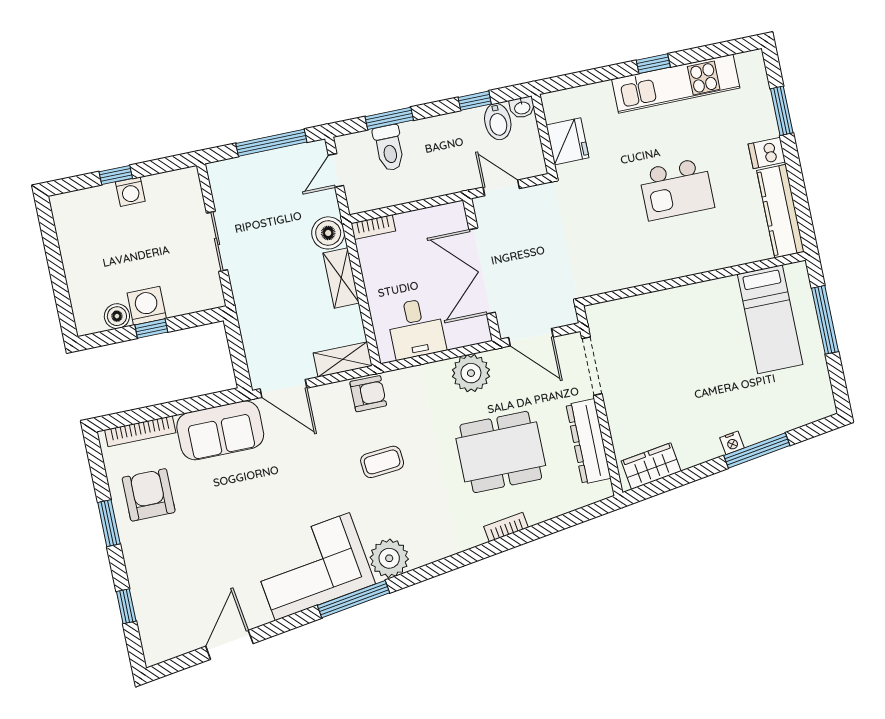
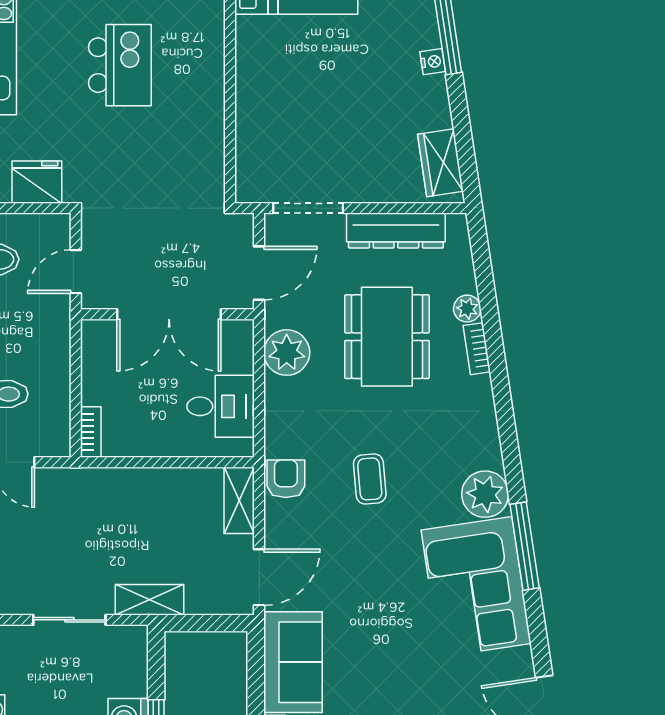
boiler: (328, 233) -> (87, 487), removed
shelving: (341, 278) -> (149, 600), moved
plant: (537, 512) -> (467, 309), added

